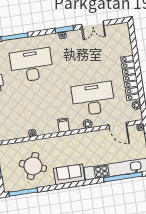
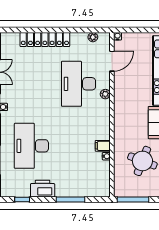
locker: (130, 78) -> (45, 40), moved
filing cabinet: (64, 125) -> (103, 146), moved

